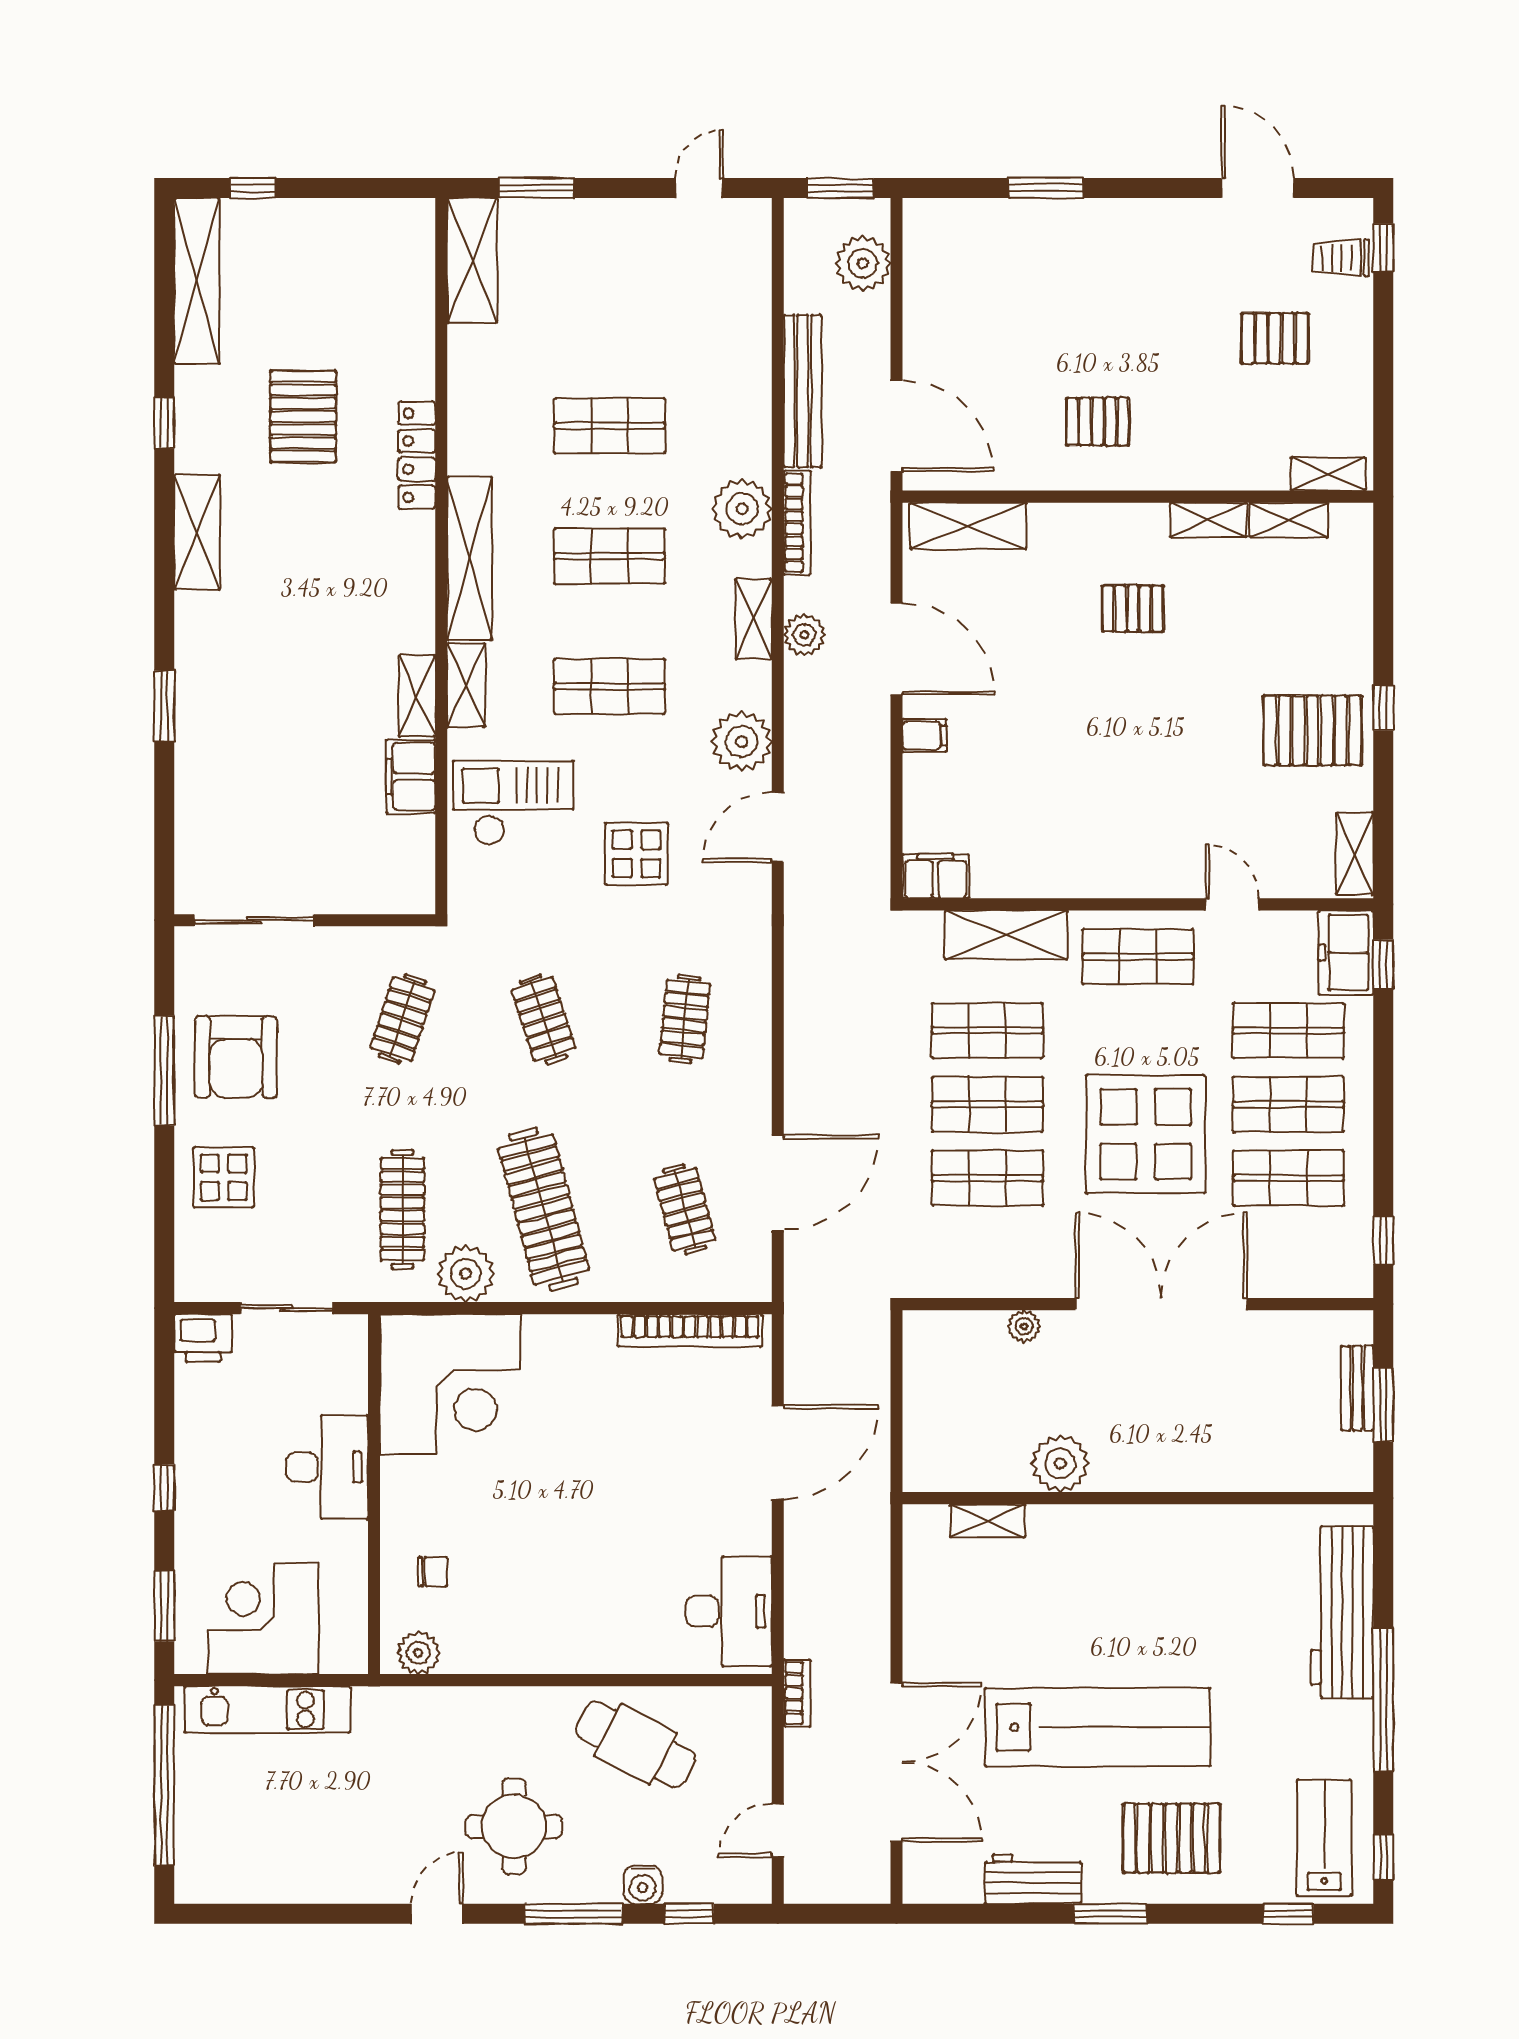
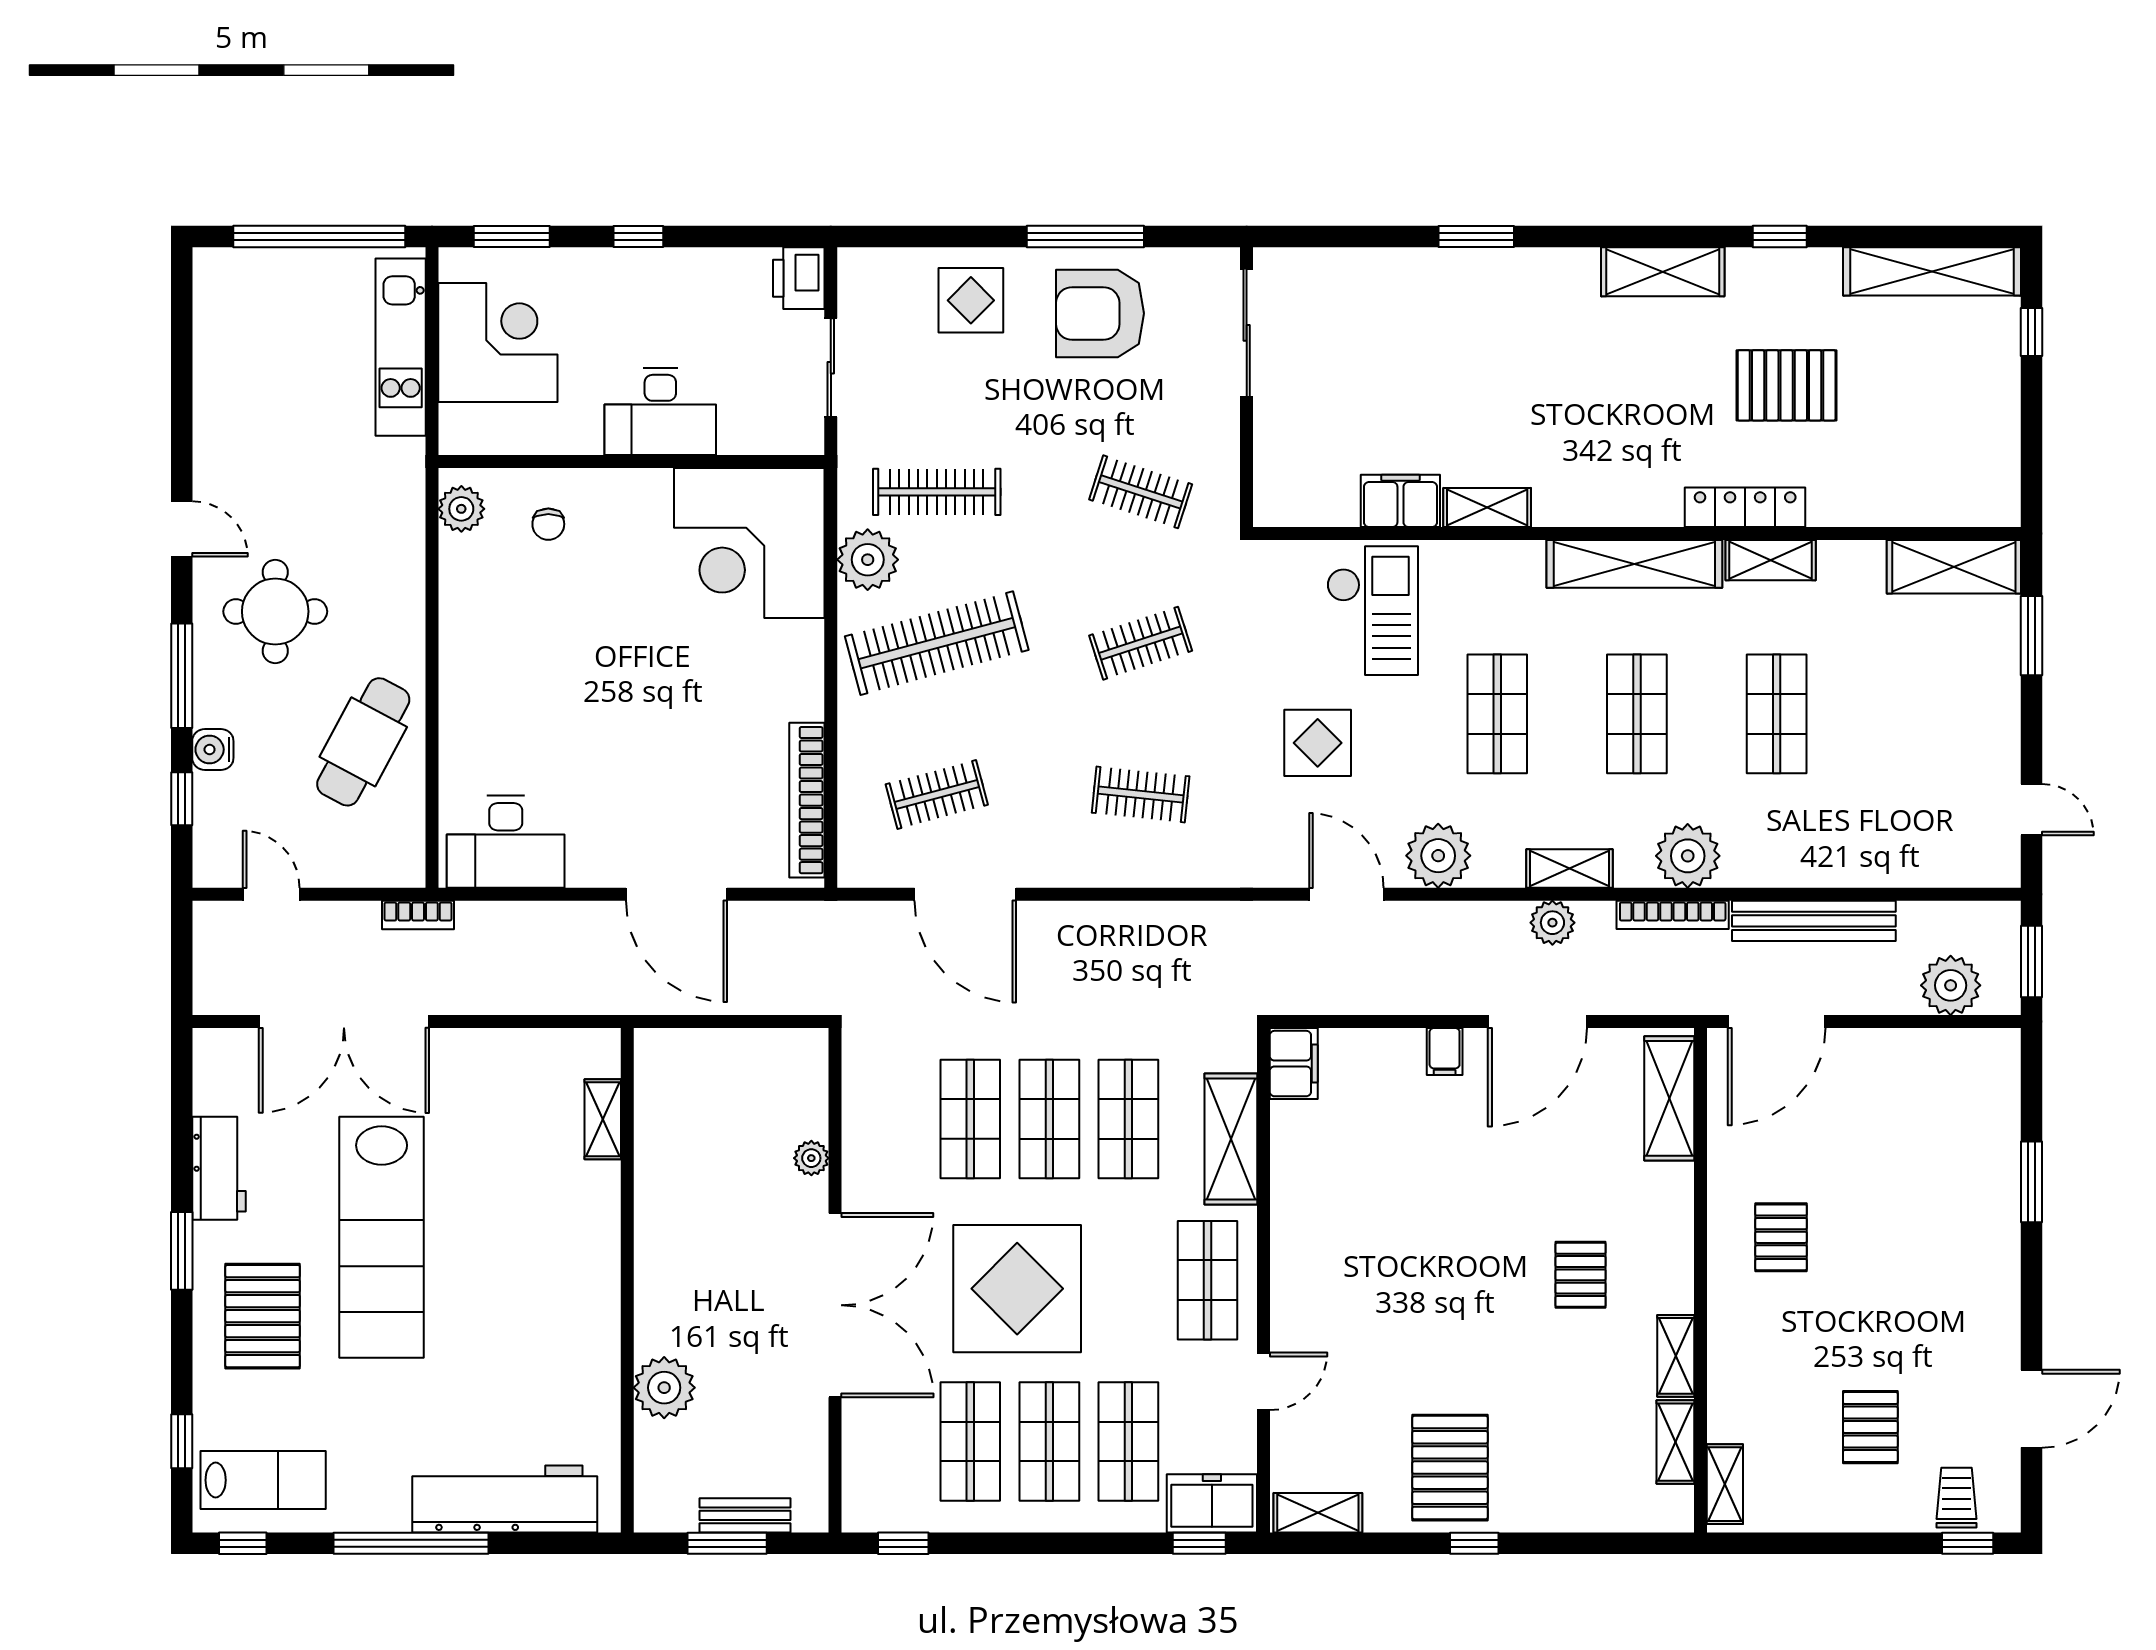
shelving: (466, 685) -> (1771, 560), moved
plant: (1060, 1464) -> (664, 1388), moved

